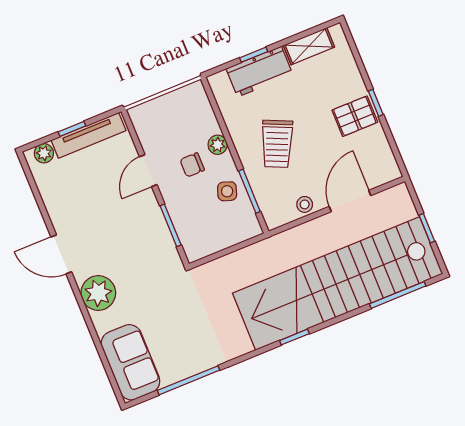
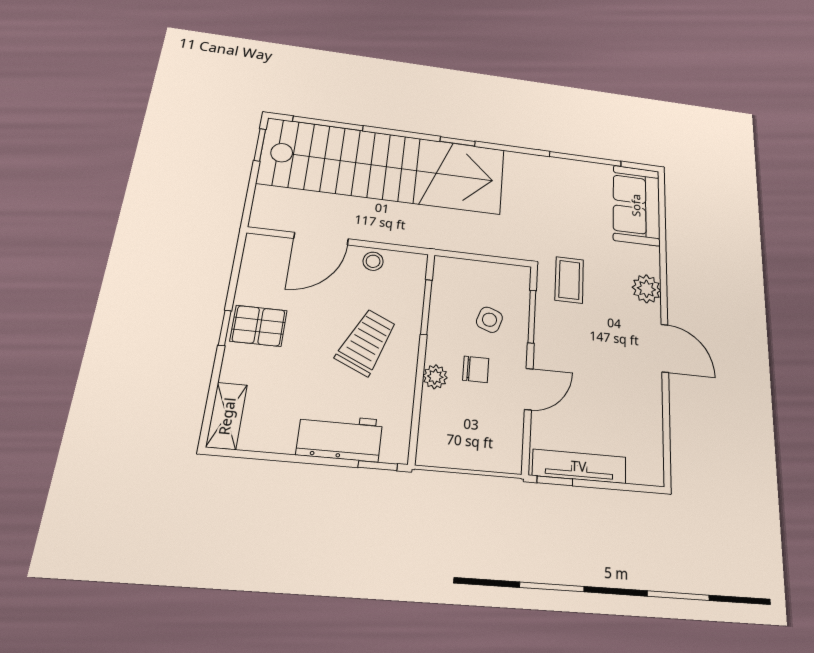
shelving: (309, 46) -> (227, 416), moved, turned 90
window: (254, 55) -> (378, 466), moved
window: (72, 129) -> (555, 481), moved
plant: (44, 153) -> (640, 472), removed
side table: (227, 191) -> (489, 320), moved
window: (427, 228) -> (260, 145), moved
coffee table: (156, 269) -> (569, 280), added
plant: (98, 293) -> (646, 289), width x0.73, depth x0.73

